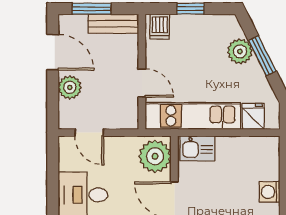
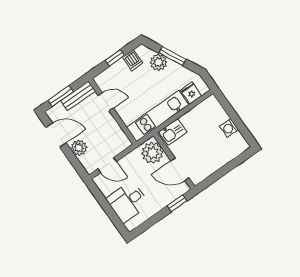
dishwasher: (160, 27) -> (133, 60), moved
door: (142, 83) -> (106, 102), moved

